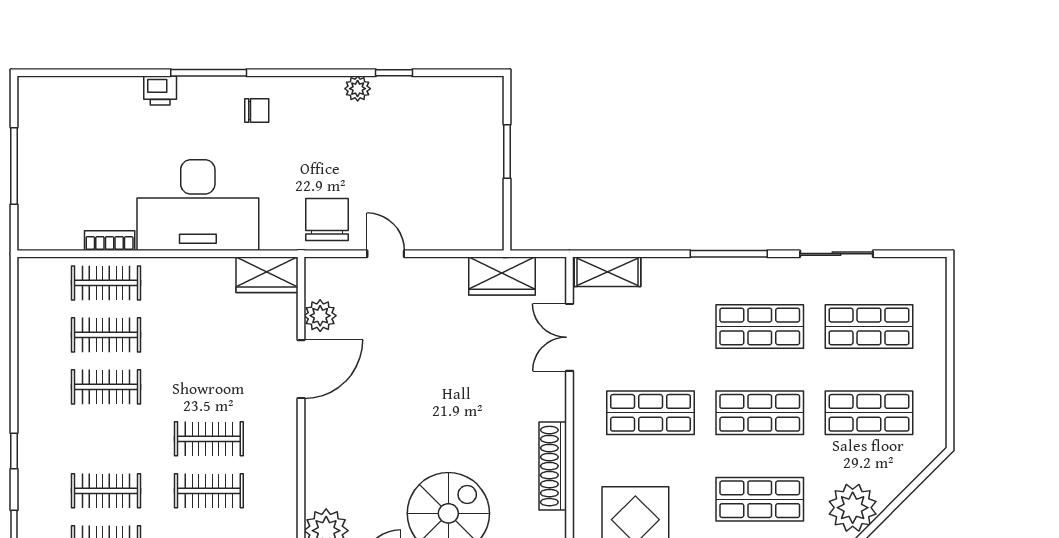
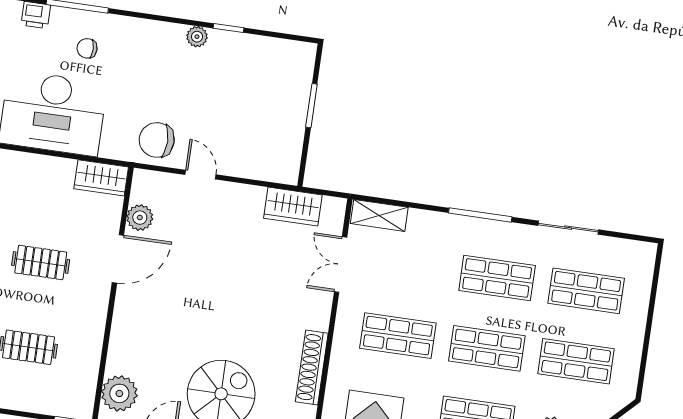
chair: (257, 111) -> (87, 48), moved, turned 180
chair: (327, 220) -> (157, 140), turned -90
clothes rail: (209, 439) -> (41, 262), moved

